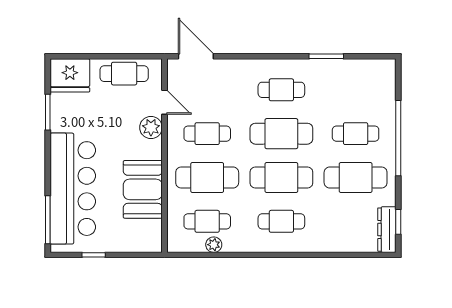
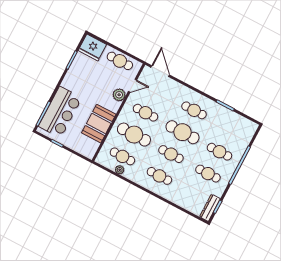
door: (165, 102) -> (132, 86), hinge flipped
cafe table: (281, 177) -> (171, 154), width x0.73, depth x0.74
cafe table: (356, 177) -> (208, 174), width x0.73, depth x0.74
bar counter: (73, 189) -> (60, 112), width x0.73

